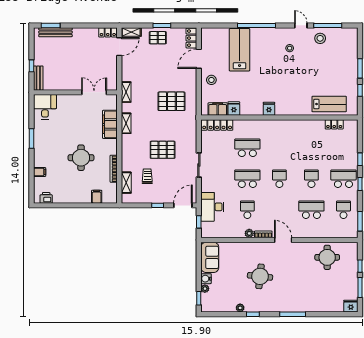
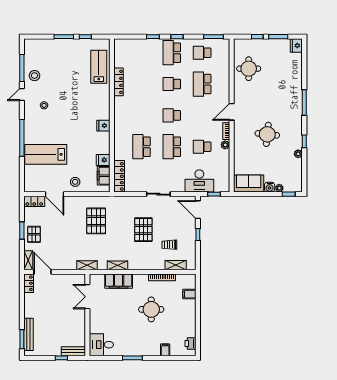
locker: (334, 124) -> (119, 82), moved, width x1.53

